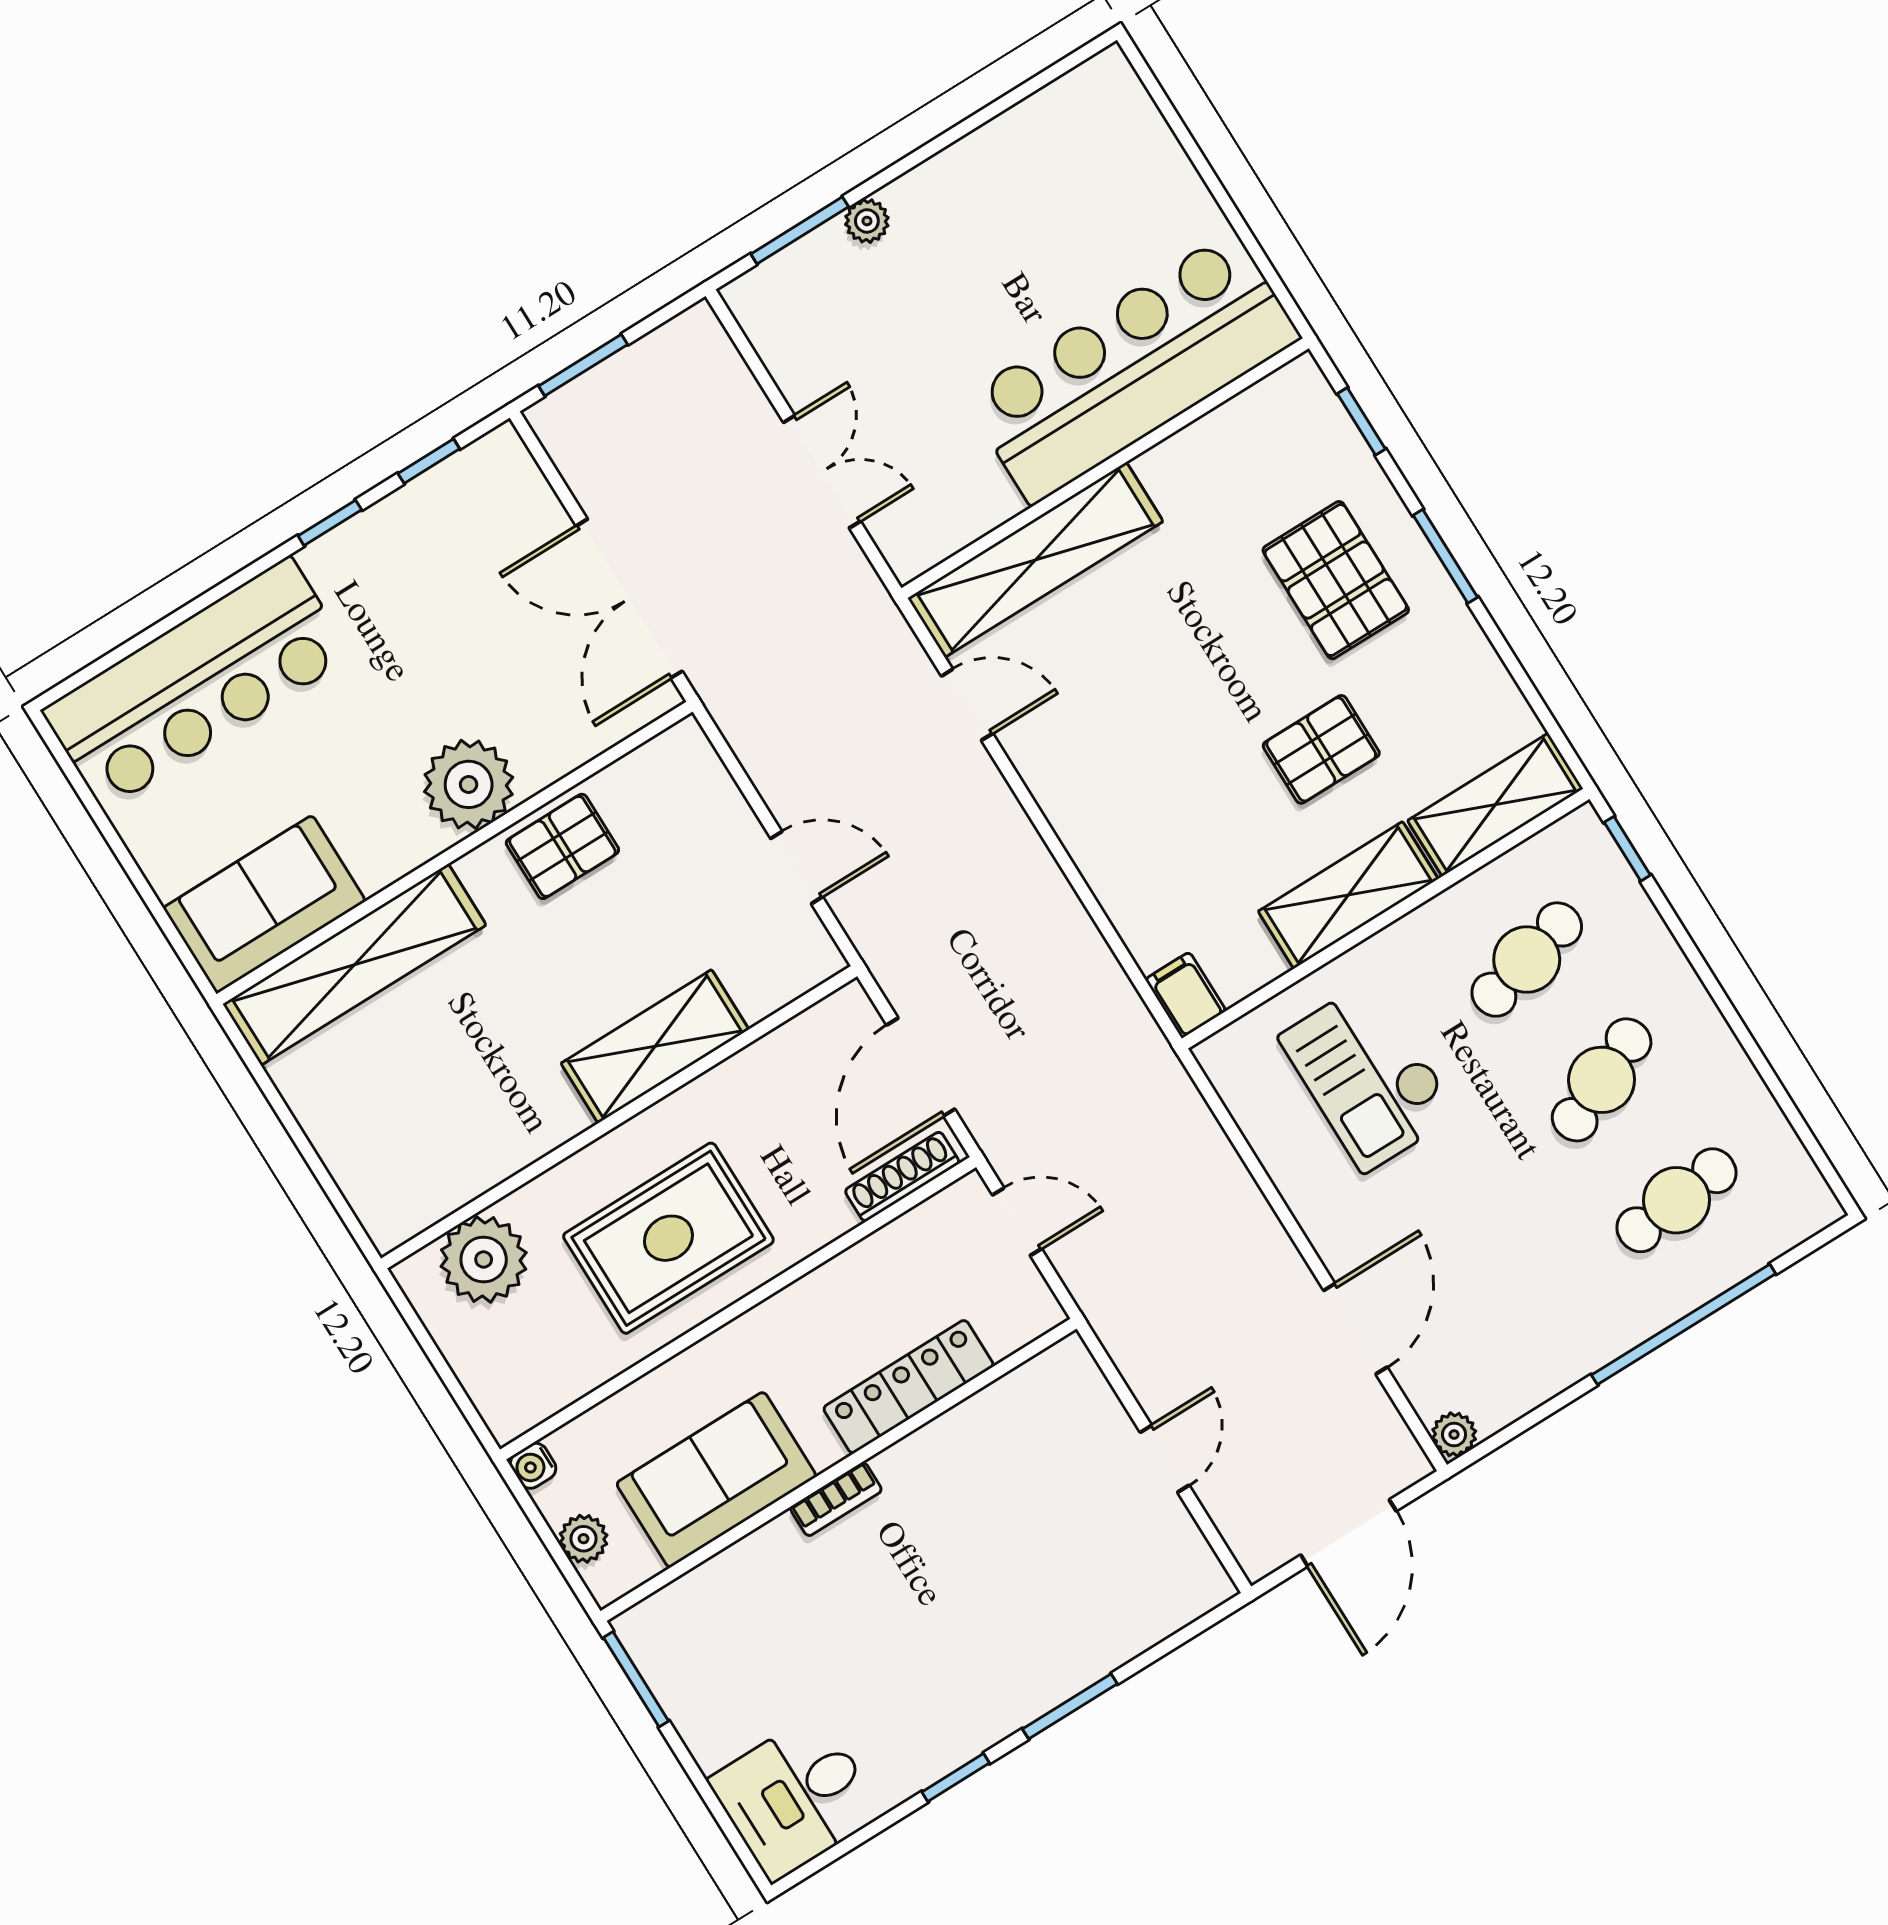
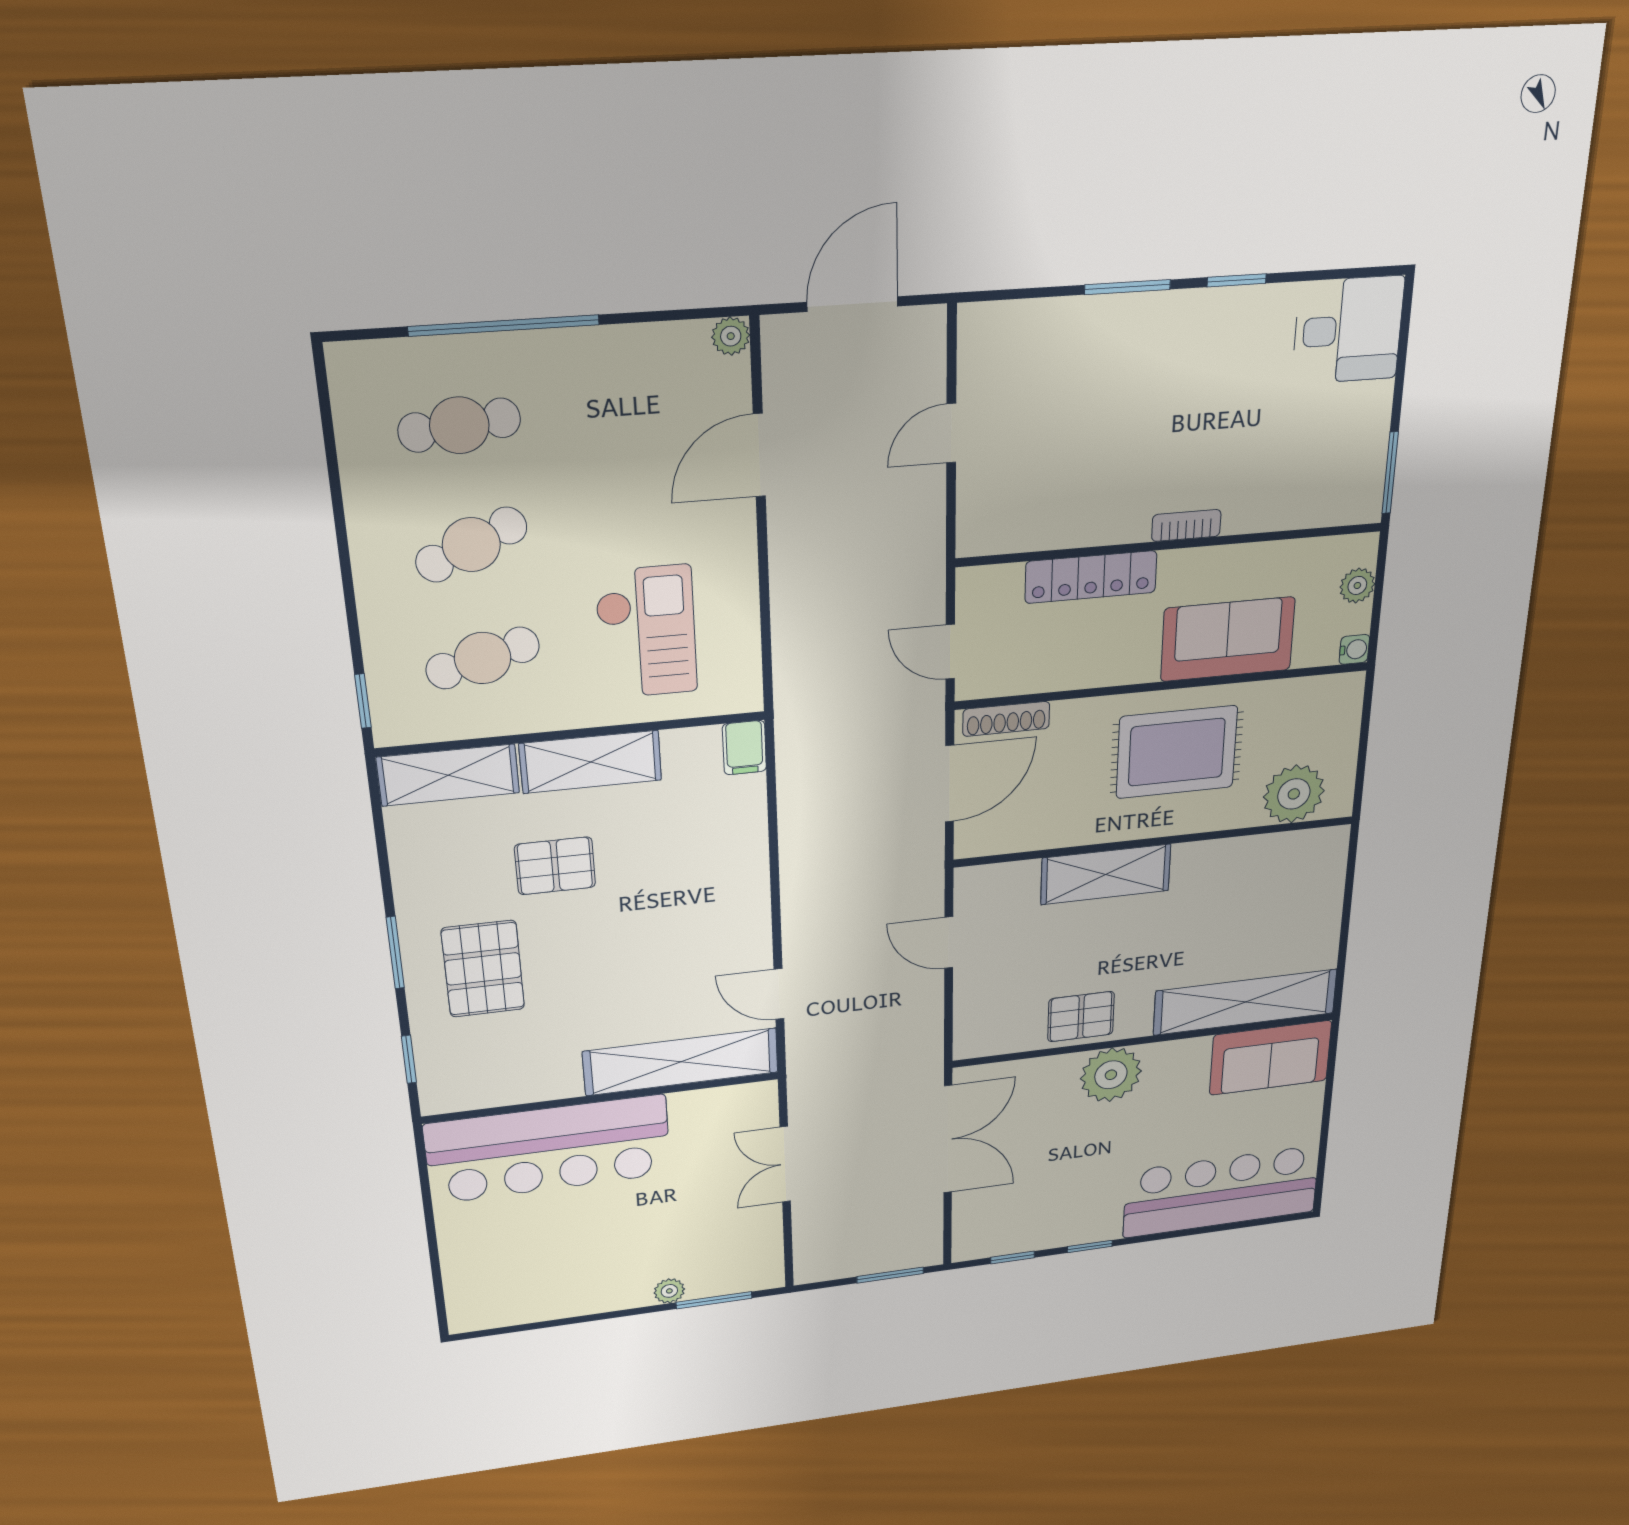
sofa: (716, 1480) -> (1228, 639), moved, turned 180

